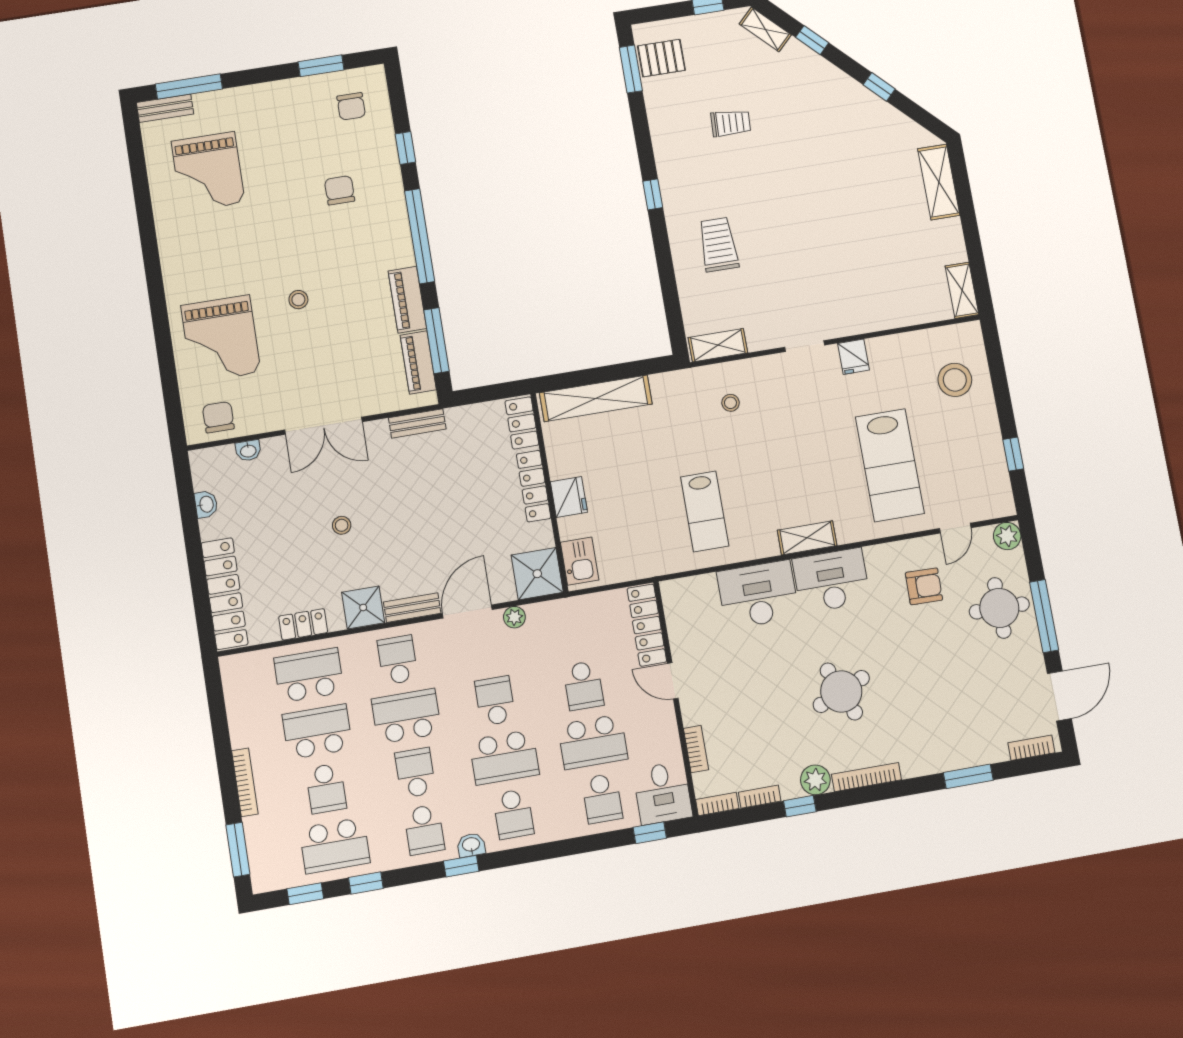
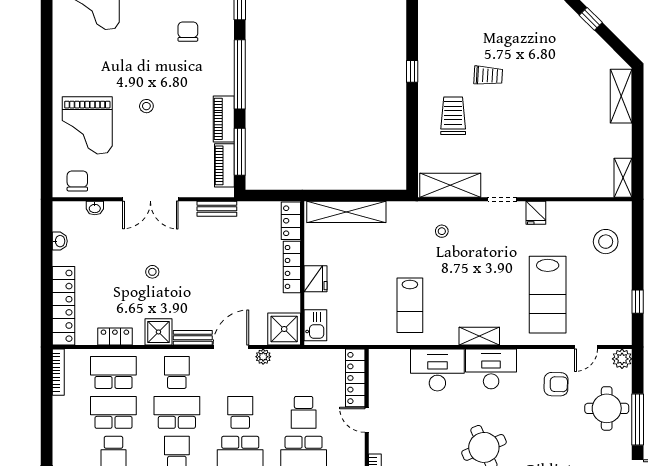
trolley: (731, 123) -> (488, 75), moved
shelving: (718, 345) -> (450, 185), width x1.50, depth x1.33
bookcase: (245, 782) -> (58, 372), moved

